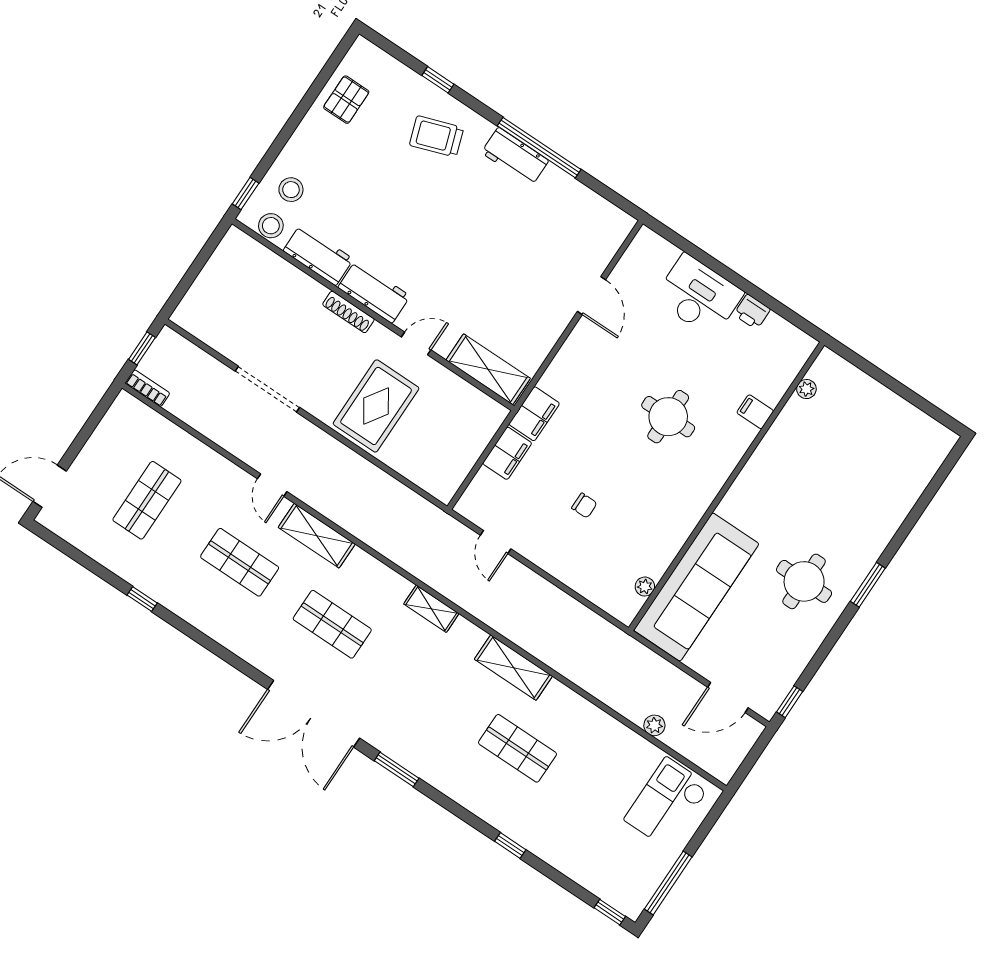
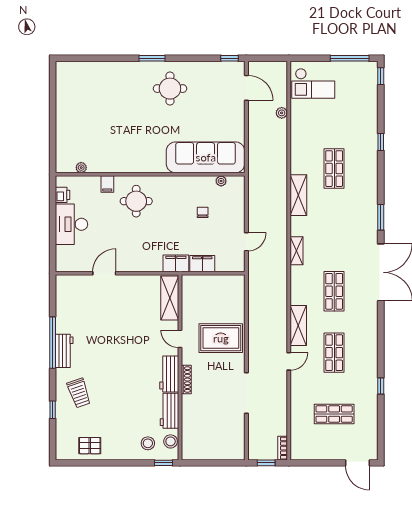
plant: (806, 389) -> (81, 168), moved
filing cabinet: (755, 412) -> (107, 184), moved
wall: (727, 486) -> (150, 174), moved
plant: (645, 587) -> (221, 181), moved
sofa: (696, 587) -> (206, 157), moved

